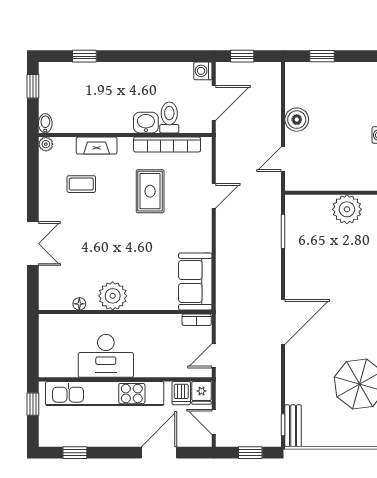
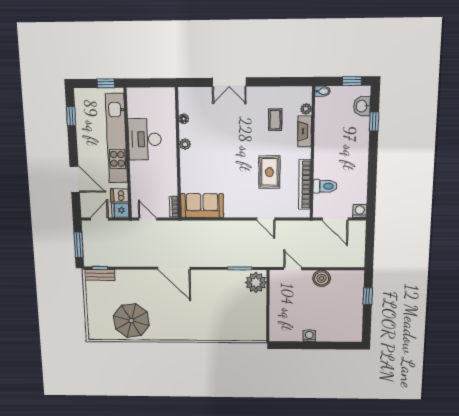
window: (242, 56) -> (370, 240), removed
washbasin: (146, 123) -> (362, 106), moved, turned 180
plant: (46, 144) -> (306, 109), moved
rug: (150, 191) -> (269, 172), turned 90
plant: (347, 209) -> (256, 282), moved
plant: (113, 296) -> (185, 144), width x0.53, depth x0.53
window: (250, 453) -> (79, 245), width x1.50

